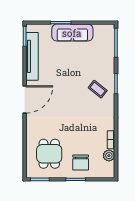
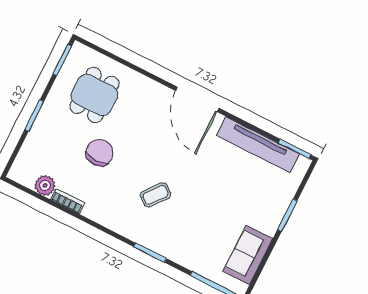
sofa: (72, 33) -> (248, 255), moved, width x0.73
coffee table: (98, 89) -> (155, 195), moved
dining table: (49, 154) -> (94, 95), turned 90
chair: (81, 163) -> (100, 153), moved, turned 90

